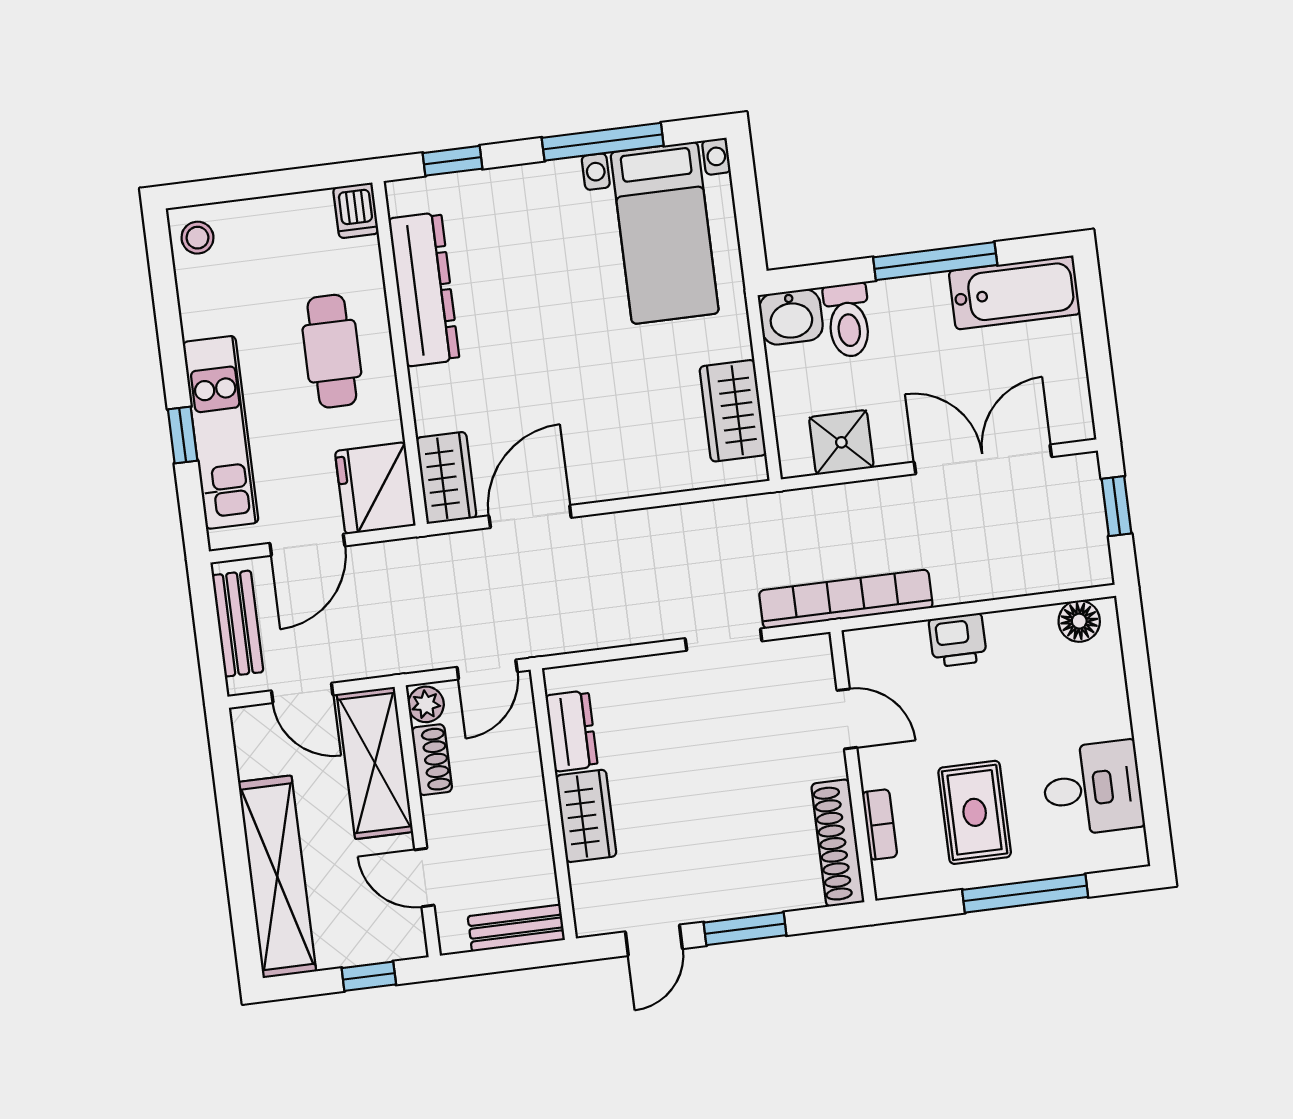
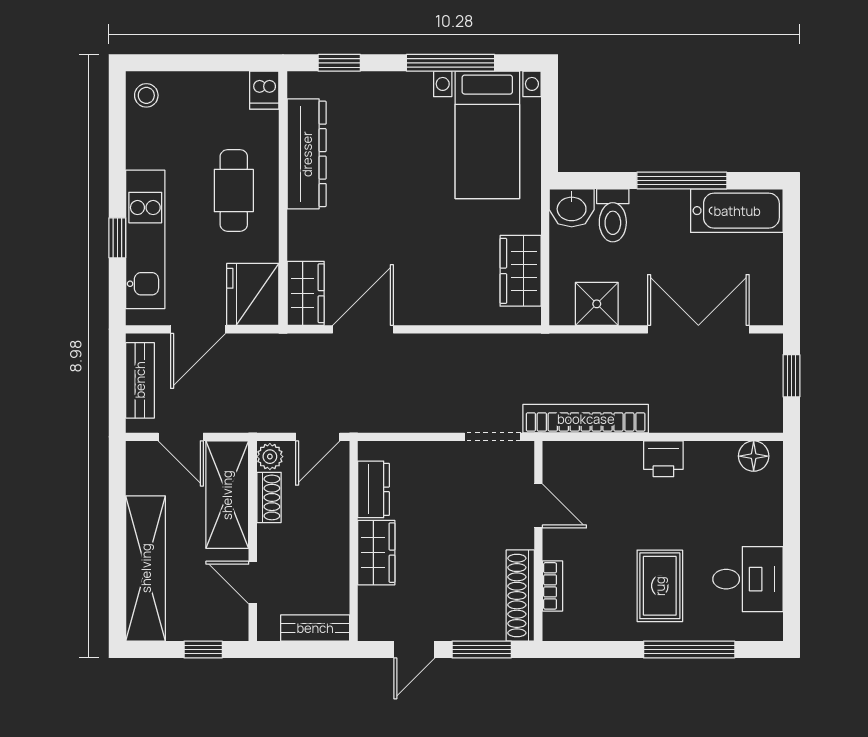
door: (847, 719) -> (538, 506), moved
wall: (853, 766) -> (538, 541), moved
bookcase: (880, 825) -> (552, 586), moved
shoe rack: (838, 843) -> (520, 596), moved

